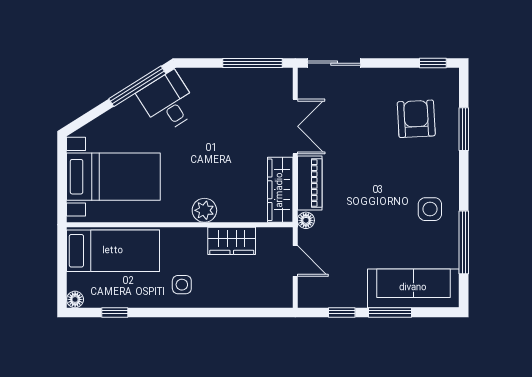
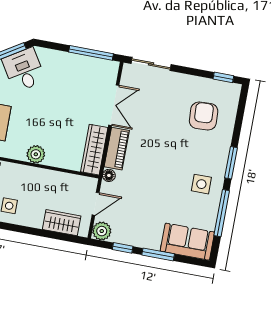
window: (464, 129) -> (231, 163), moved
wardrobe: (232, 241) -> (62, 223), moved, turned 180
door: (295, 261) -> (96, 204), hinge flipped
sofa: (413, 288) -> (187, 242), width x0.73
plant: (310, 295) -> (102, 231), added

